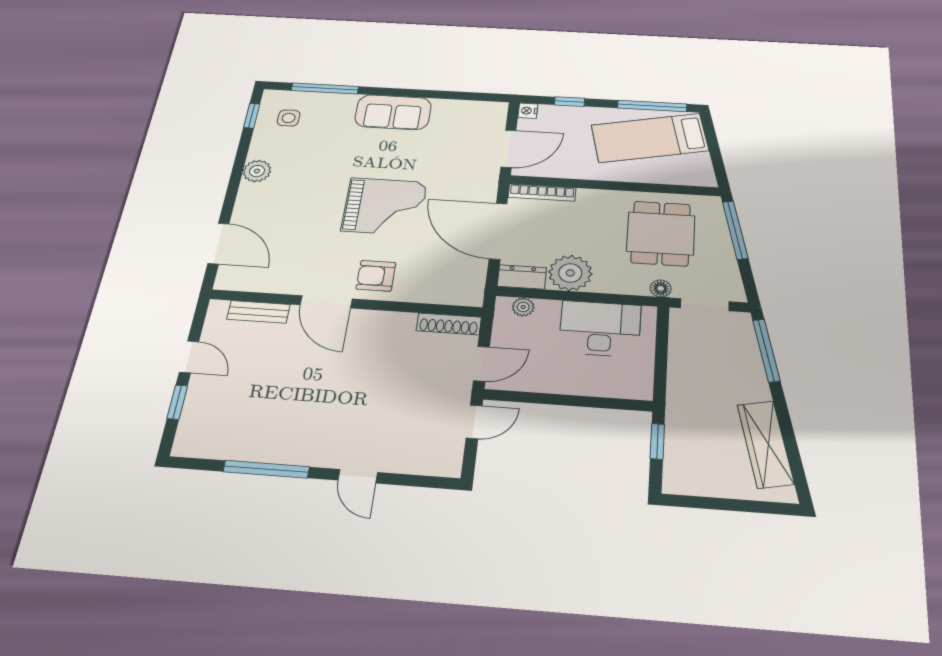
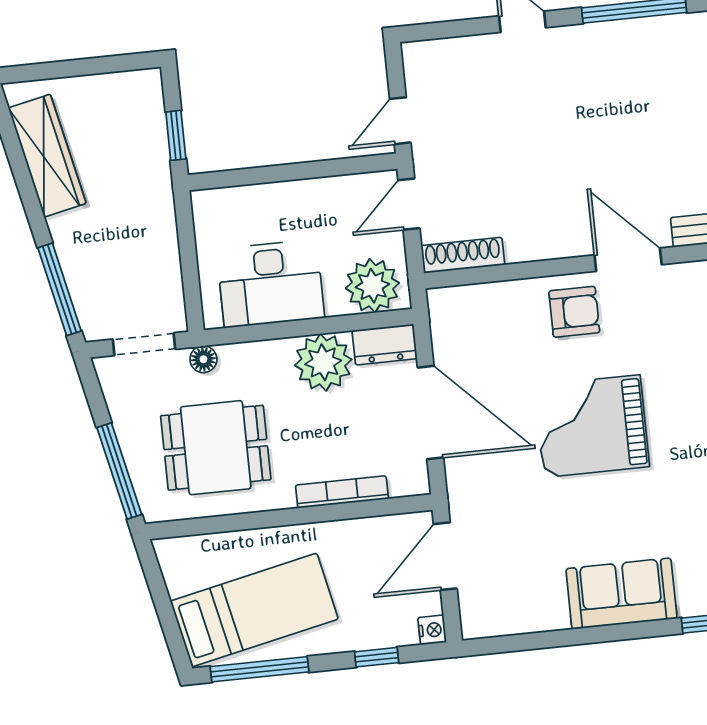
bookcase: (542, 193) -> (342, 492), moved
dining table: (661, 233) -> (216, 448), turned 90
plant: (523, 307) -> (372, 286), width x1.88, depth x1.88

